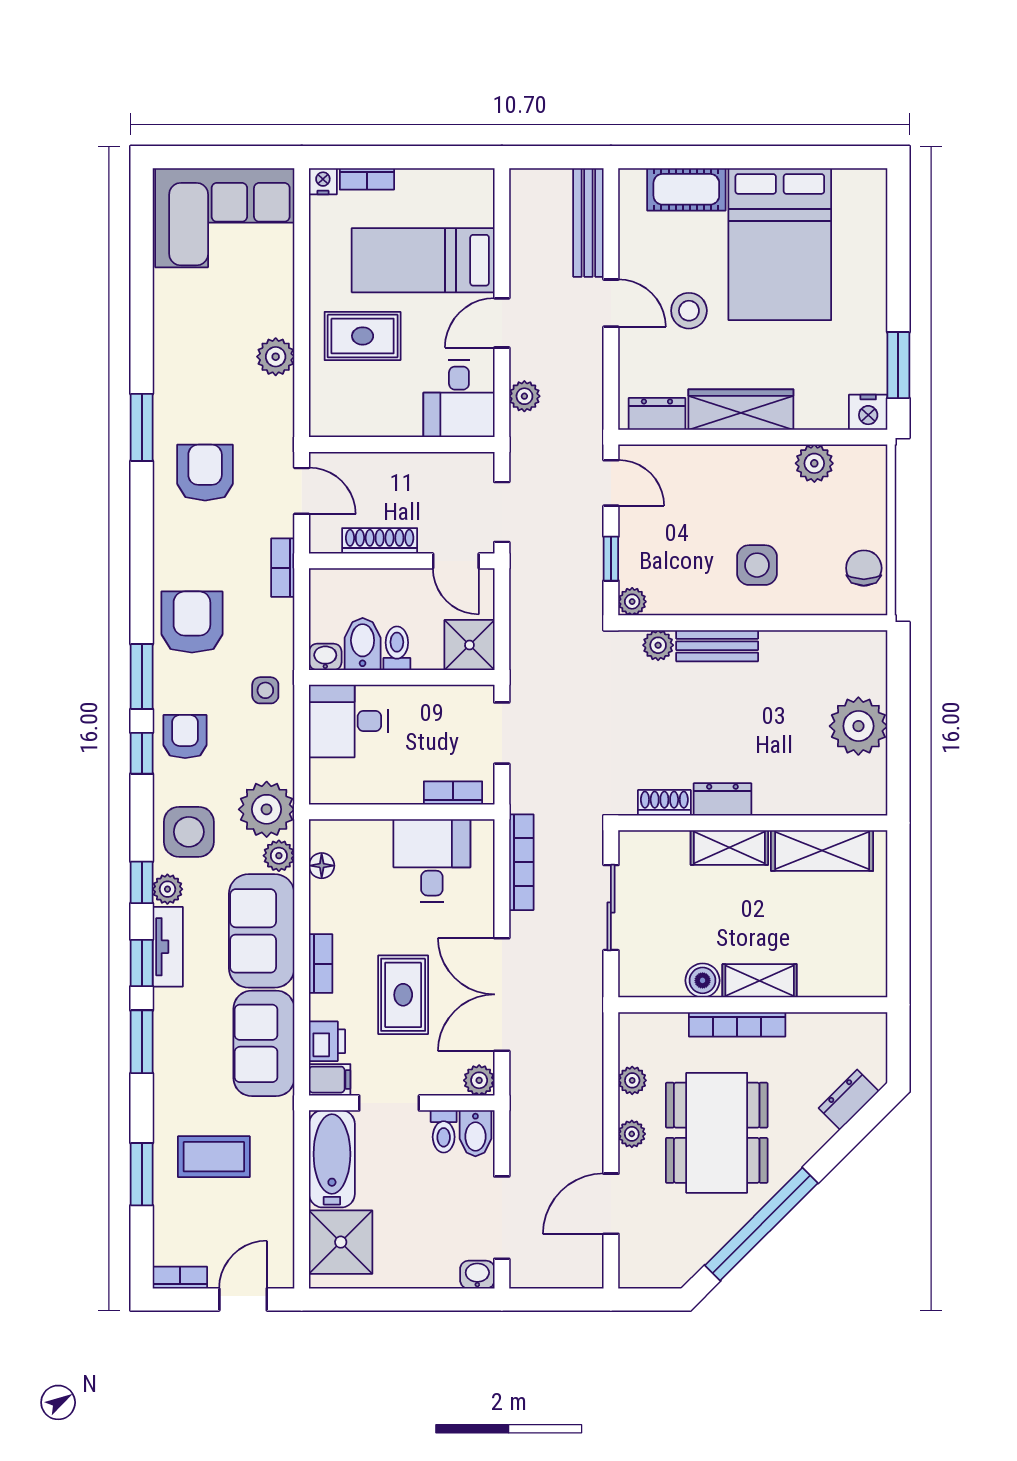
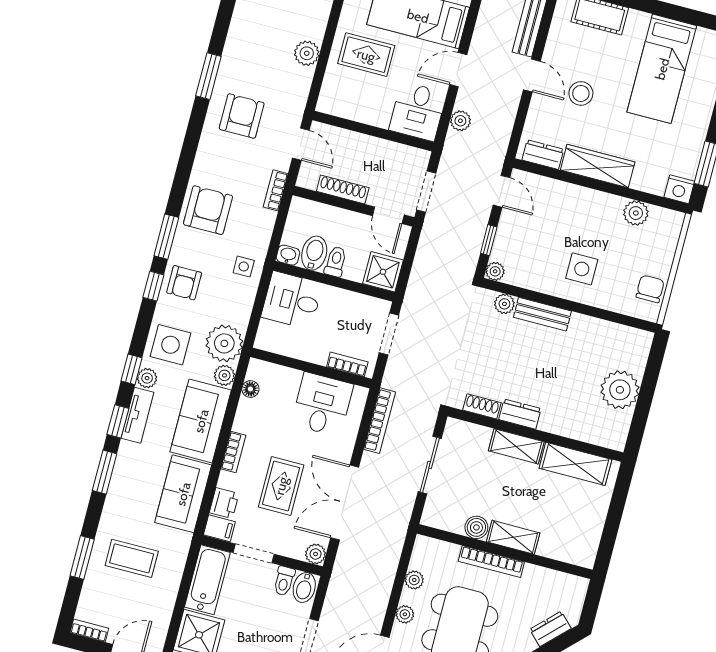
bed: (780, 244) -> (662, 69), width x0.67
armchair: (185, 737) -> (184, 283), turned 180

